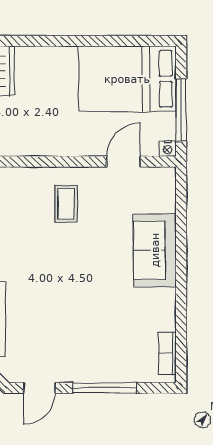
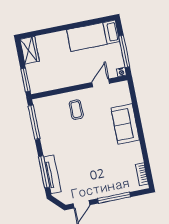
bed: (127, 79) -> (93, 36), width x0.67

